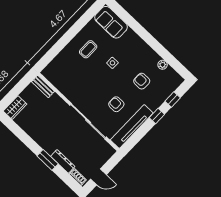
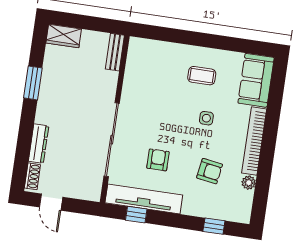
bookcase: (143, 46) -> (254, 141), added
armchair: (142, 81) -> (210, 171), turned 99
window: (157, 116) -> (136, 215), moved
window: (48, 160) -> (33, 83), moved

